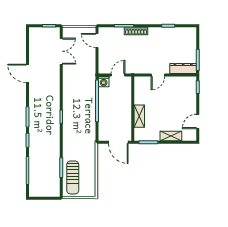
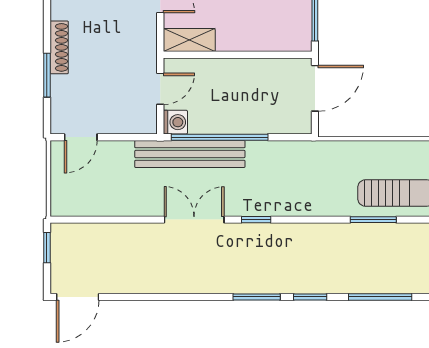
double door: (61, 51) -> (194, 220), moved
door: (28, 73) -> (78, 297), moved
door: (118, 75) -> (160, 89), swing flipped
bench: (90, 88) -> (190, 154), added
shelving: (139, 116) -> (189, 40), moved

